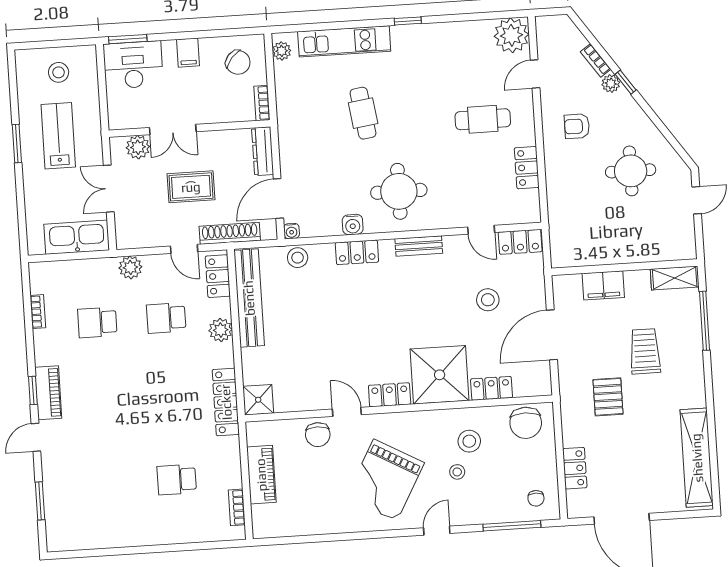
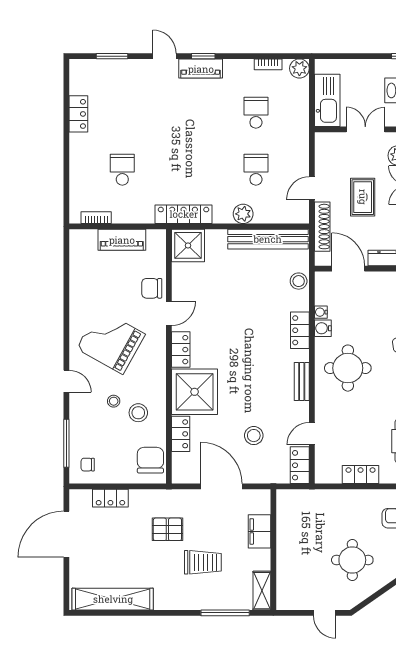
water cooler: (292, 231) -> (321, 312), moved
plant: (130, 267) -> (299, 68), moved
locker: (218, 276) -> (78, 114), moved, turned 90
shower: (258, 400) -> (188, 245), width x1.36, depth x1.36
chair: (526, 423) -> (150, 460), turned 90

